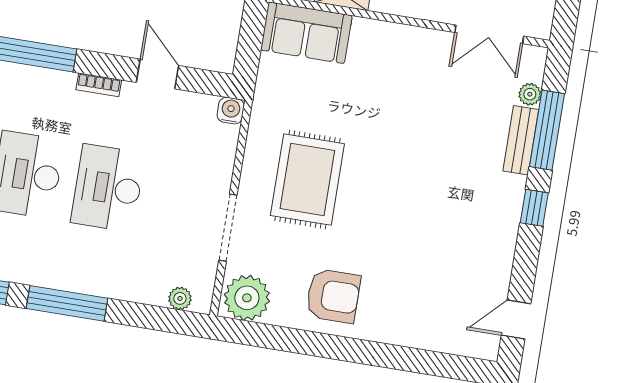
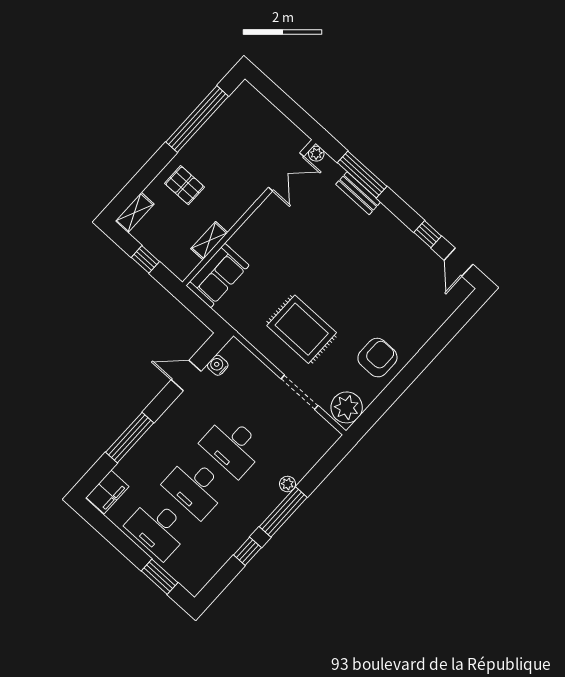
bookcase: (99, 85) -> (171, 413), removed
plant: (530, 94) -> (316, 154), moved
water cooler: (231, 111) -> (218, 365), moved
window: (534, 208) -> (428, 234), moved
plant: (180, 298) -> (288, 484), moved

